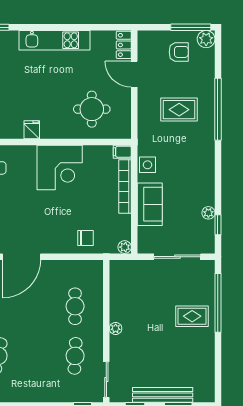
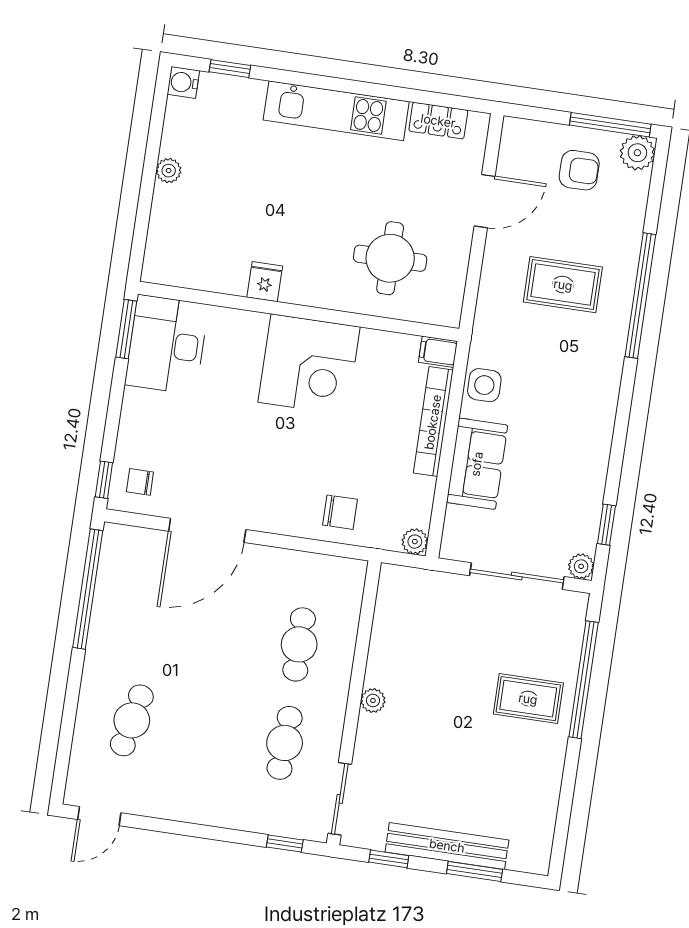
locker: (124, 45) -> (438, 121), moved, turned -90
door: (134, 74) -> (485, 201), swing flipped
plant: (208, 213) -> (581, 566), moved

